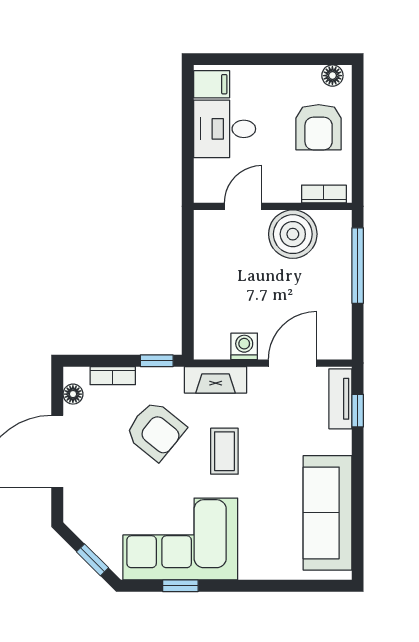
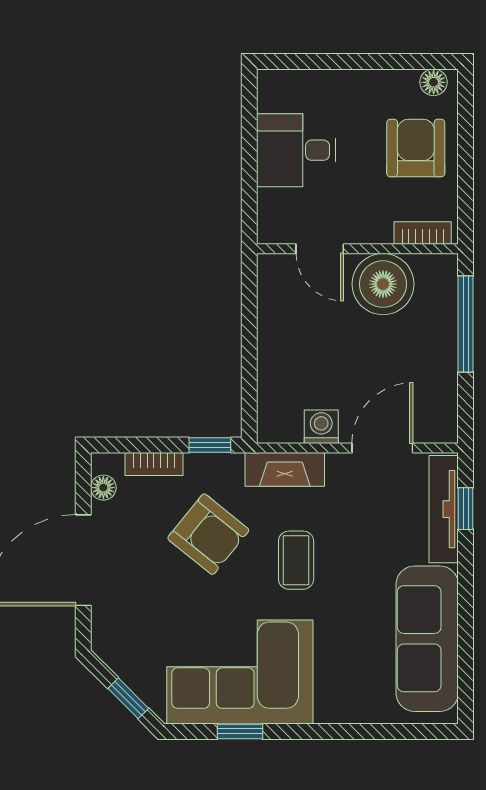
filing cabinet: (212, 84) -> (280, 93), removed
armchair: (319, 127) -> (416, 148), turned 180
door: (243, 206) -> (320, 249), swing flipped
tv unit: (340, 399) -> (444, 509), width x1.41

